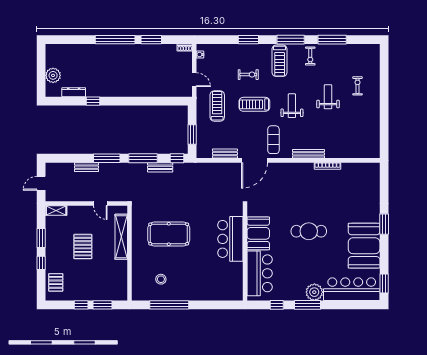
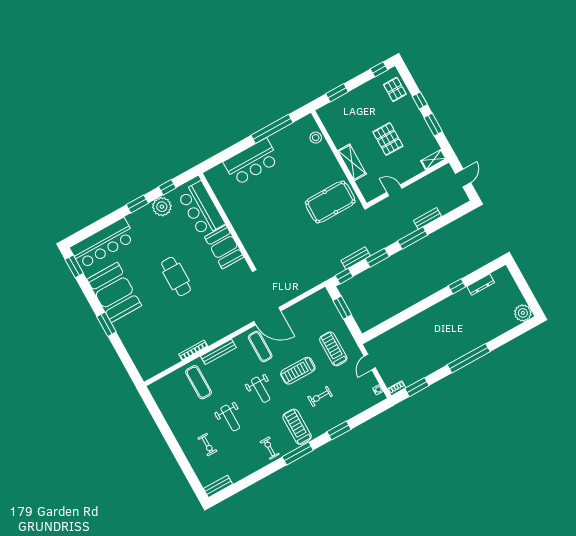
window: (151, 40) -> (417, 387), moved
window: (332, 40) -> (257, 476), removed
plant: (53, 75) -> (523, 313), moved
door: (194, 80) -> (370, 362), hinge flipped
treadmill: (254, 104) -> (298, 371), turned 180
treadmill: (217, 106) -> (333, 349), turned 180
exercise mat: (337, 139) -> (198, 382), added
bench: (225, 154) -> (218, 486), moved
window: (143, 158) -> (377, 258), width x0.69
door: (255, 160) -> (267, 316), swing flipped
cafe table: (309, 231) -> (176, 276), turned 90
pool table: (169, 234) -> (330, 202), moved
shelving: (121, 237) -> (352, 162), width x0.68
bar counter: (230, 239) -> (251, 162), moved, turned 90
stool: (161, 279) -> (316, 138), moved
plant: (314, 292) -> (162, 207), moved
window: (81, 305) -> (379, 69), moved
window: (308, 305) -> (137, 204), width x0.69

